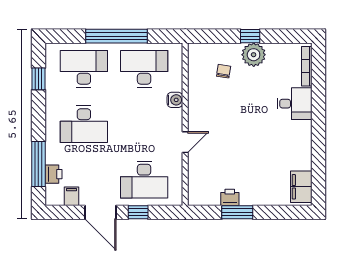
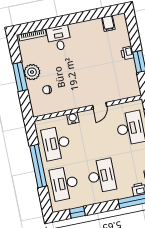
window: (250, 36) -> (20, 77), width x2.17
door: (185, 142) -> (100, 106), swing flipped
filing cabinet: (301, 187) -> (108, 23), width x0.50
printer: (230, 197) -> (127, 53), moved

